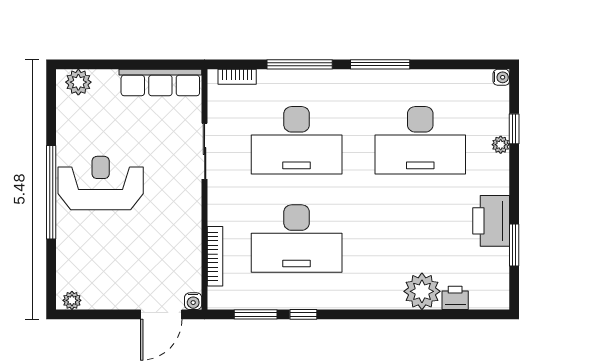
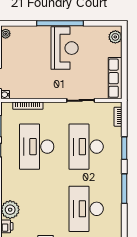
window: (300, 64) -> (124, 148), width x0.69

